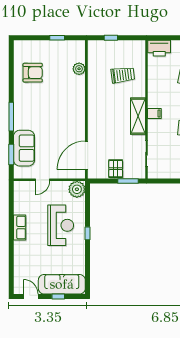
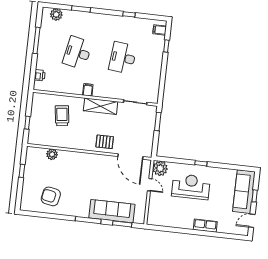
printer: (159, 48) -> (40, 75), width x0.53, depth x0.68
armchair: (33, 73) -> (51, 196), turned -79
filing cabinet: (154, 114) -> (88, 90), moved
sofa: (24, 148) -> (112, 211), width x1.36
pallet: (116, 169) -> (105, 142), moved
door: (43, 180) -> (150, 185), moved
row of seats: (20, 228) -> (205, 226), moved

